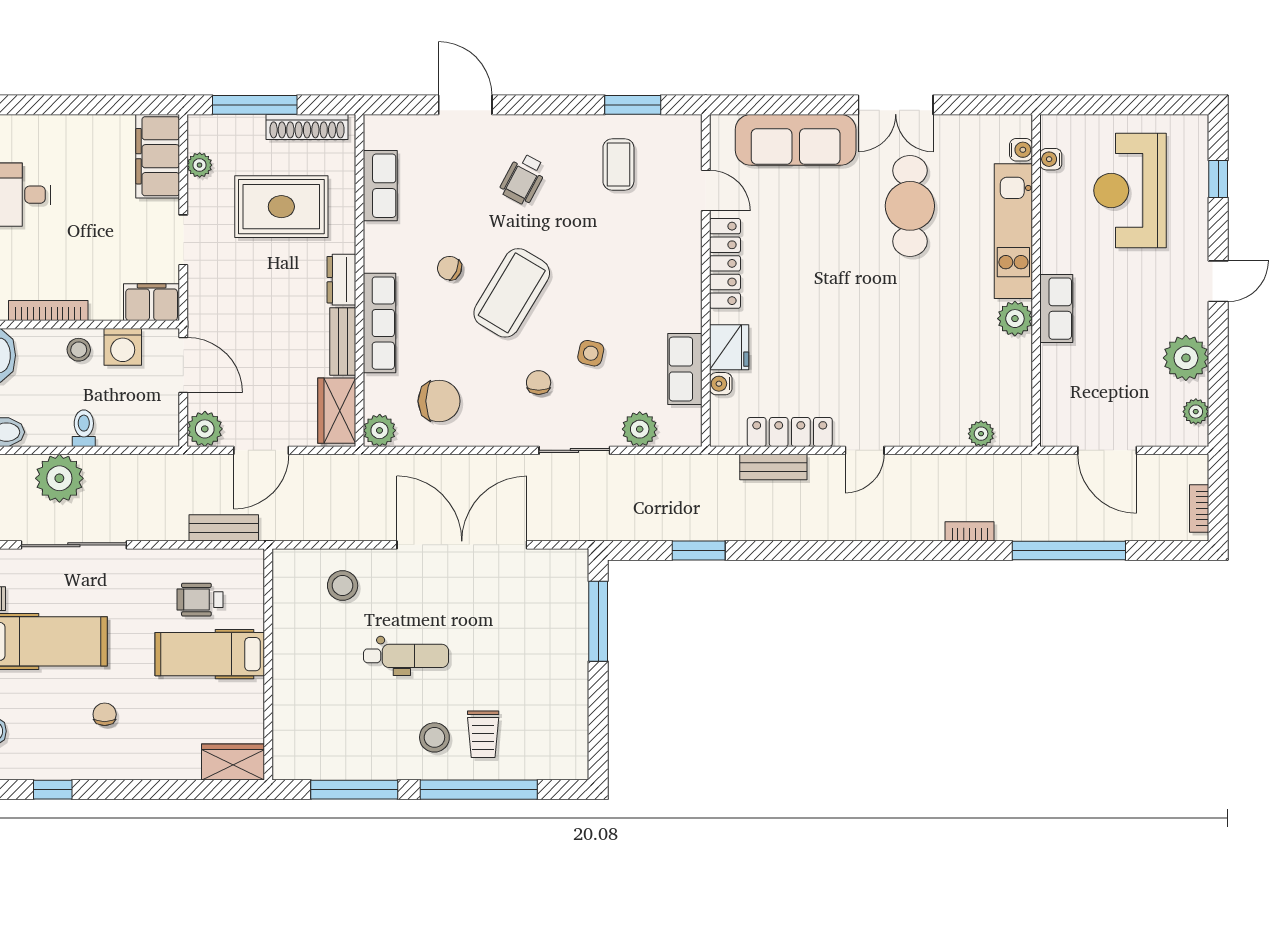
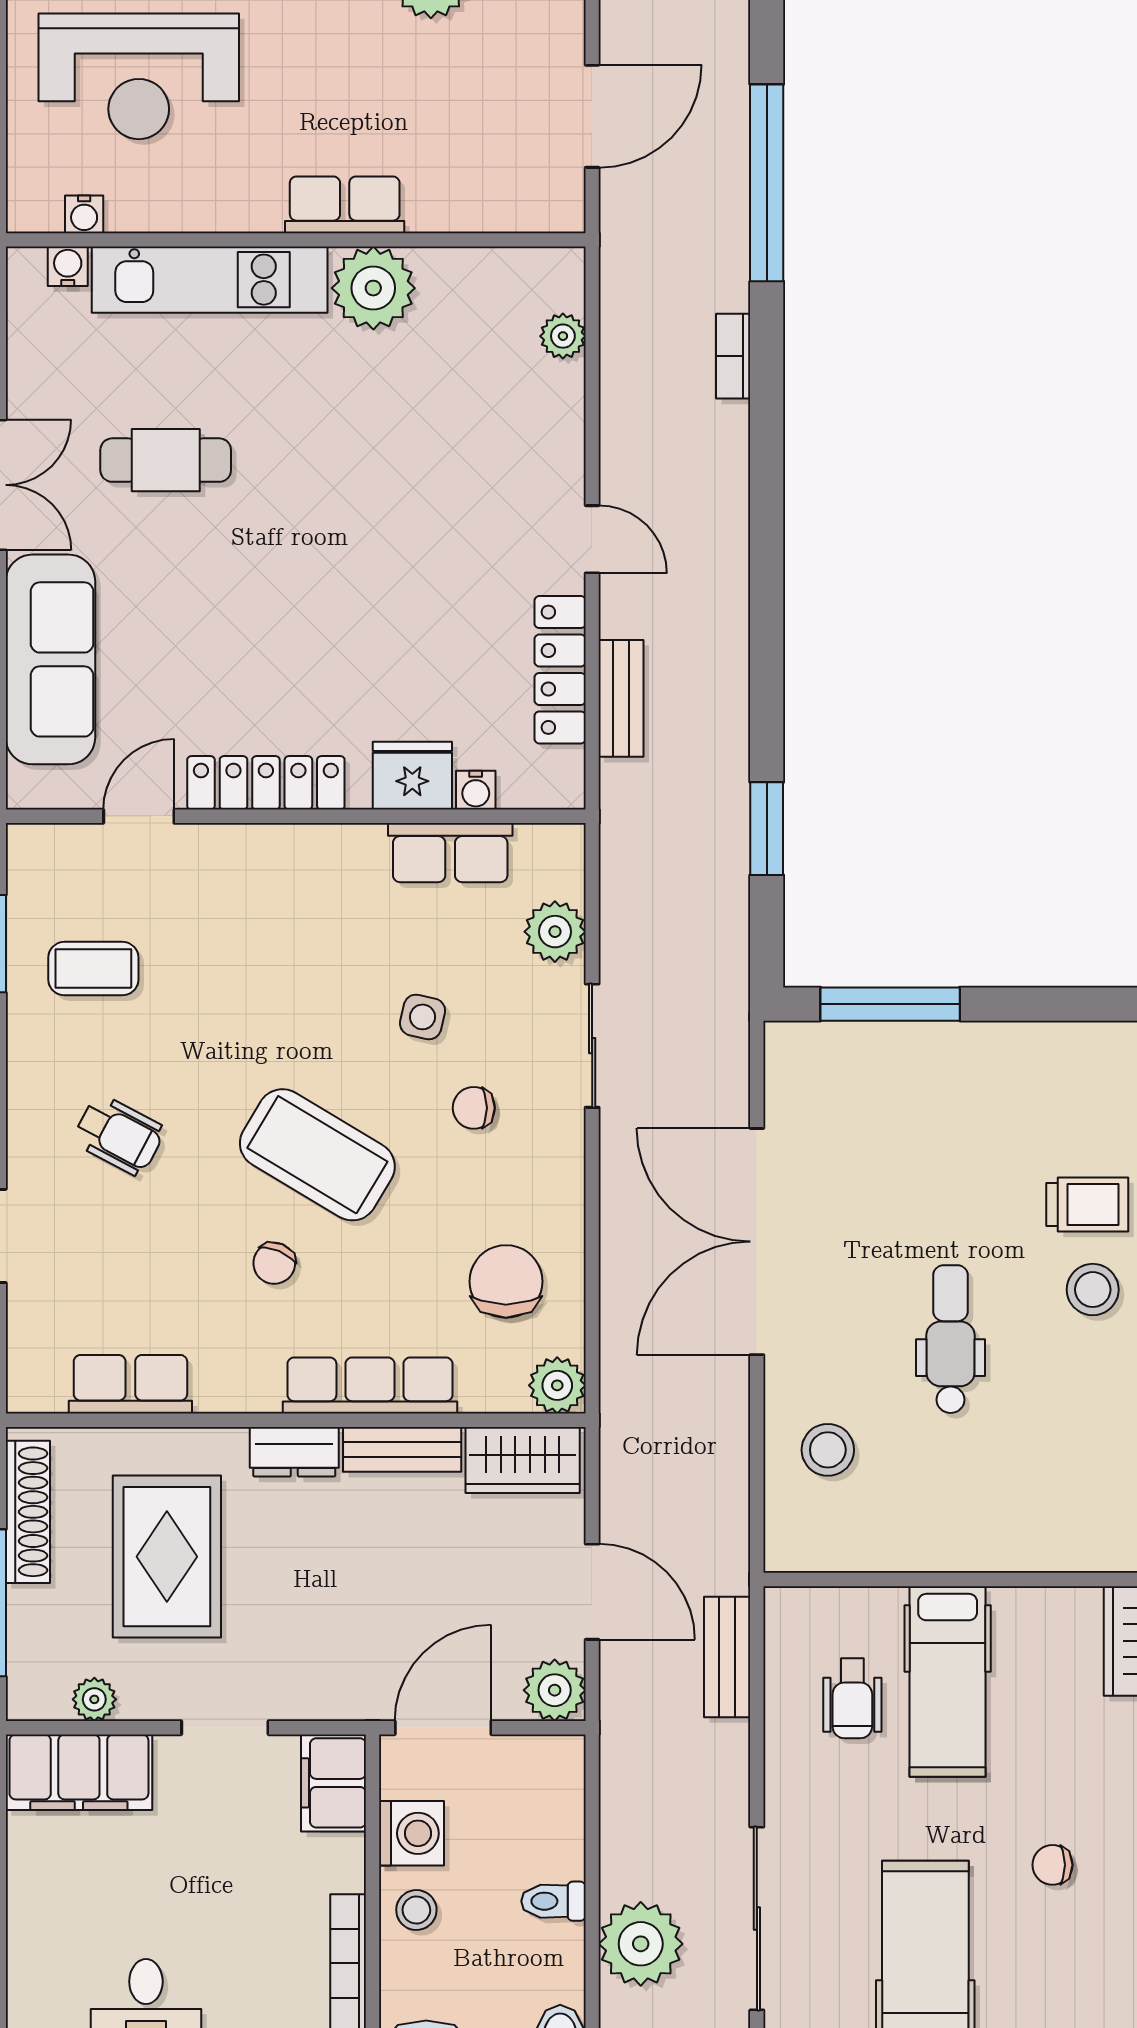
cafe table: (910, 206) -> (166, 460), width x0.73, depth x0.74
plant: (1015, 319) -> (373, 288), width x1.36, depth x1.36

